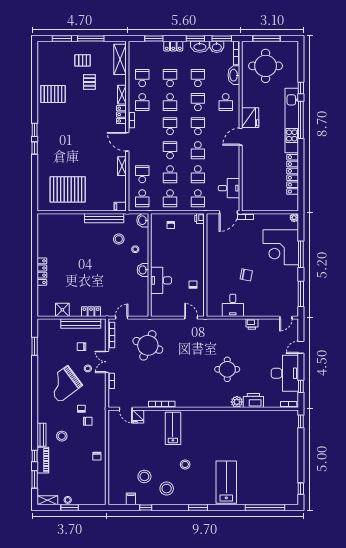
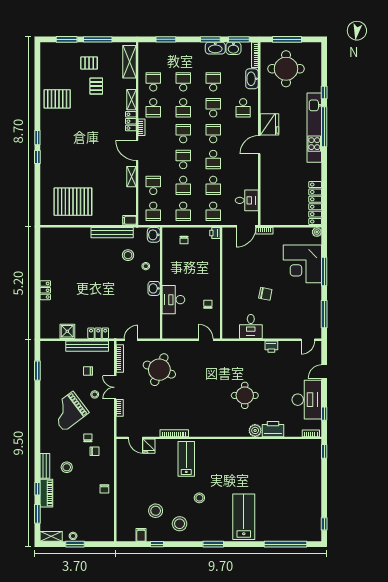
locker: (173, 46) -> (187, 47), removed
locker: (293, 174) -> (315, 203), moved
locker: (42, 272) -> (45, 290), width x0.66

